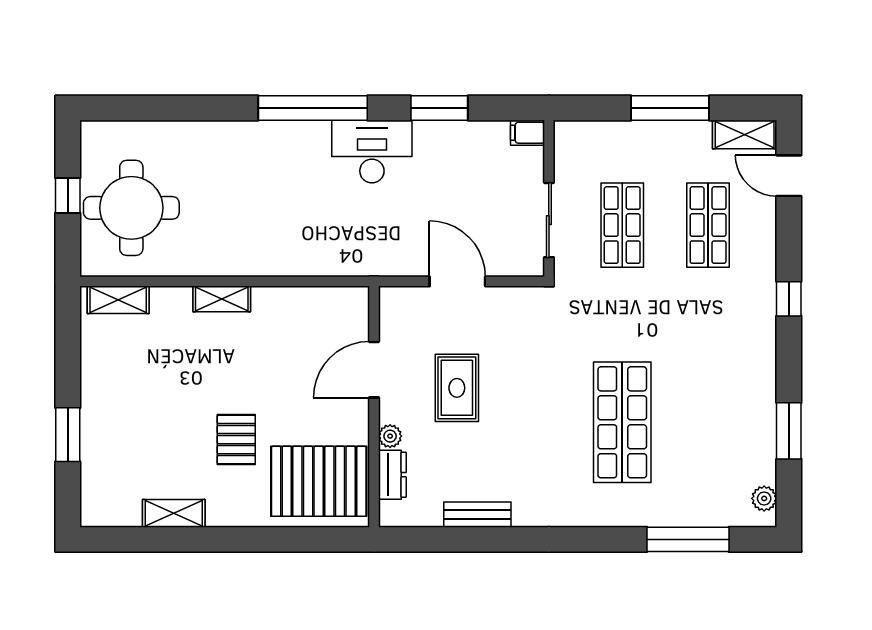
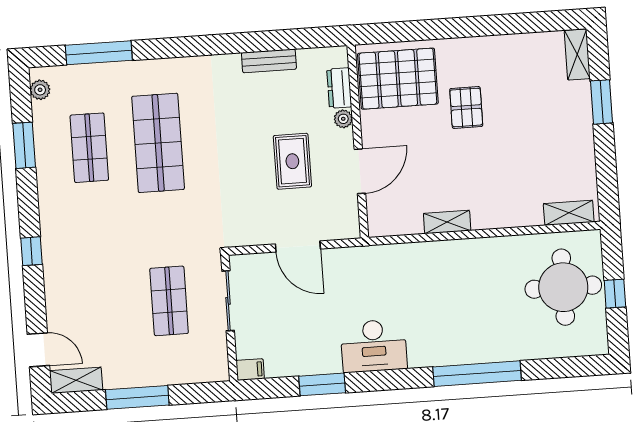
window: (313, 108) -> (477, 374), moved
shop shelf: (708, 225) -> (89, 148), moved
shelving: (222, 299) -> (447, 222), moved
shelving: (174, 513) -> (577, 54), moved, turned 90

